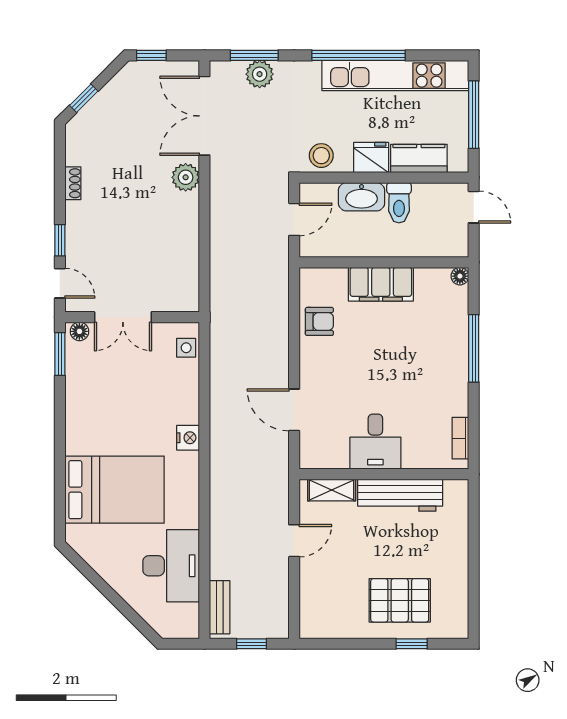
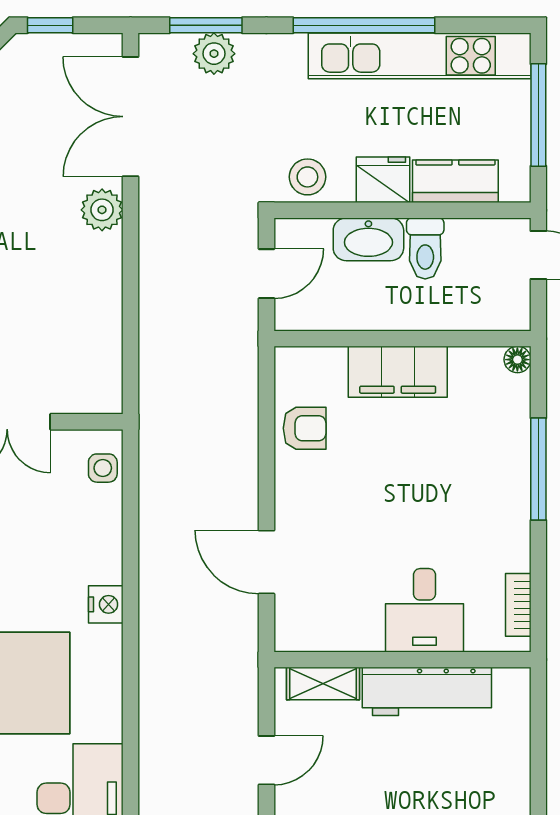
desk: (375, 442) -> (424, 610), moved

